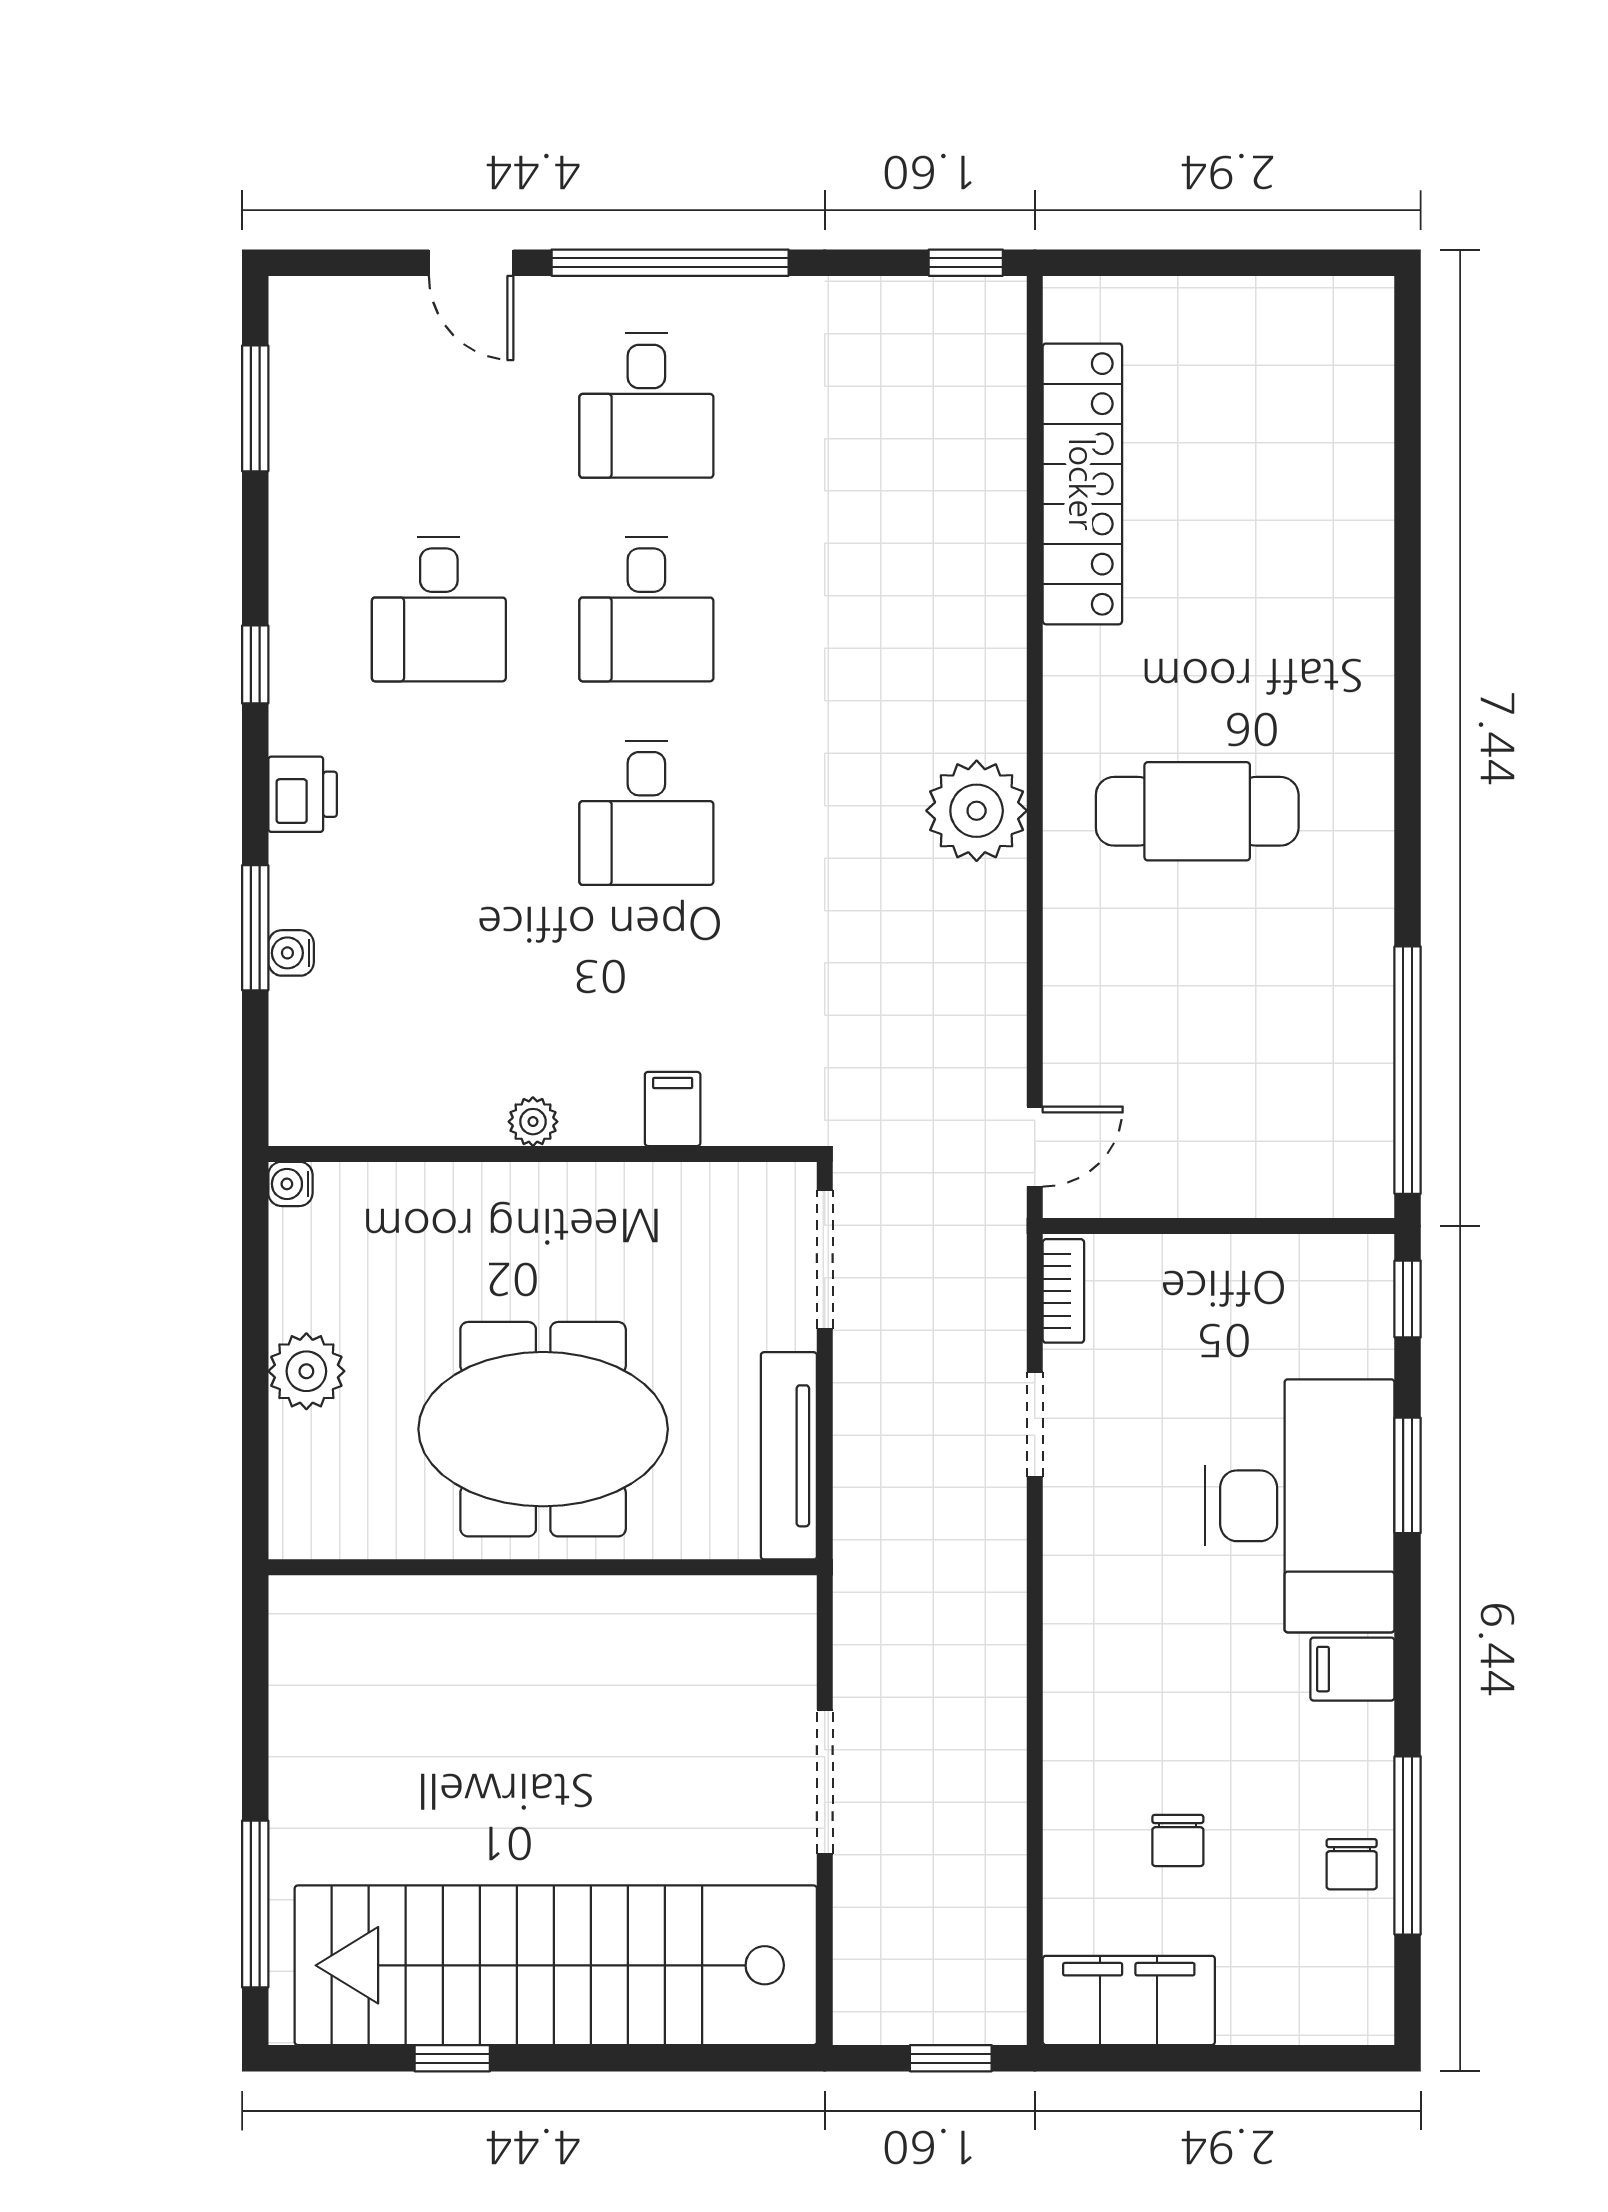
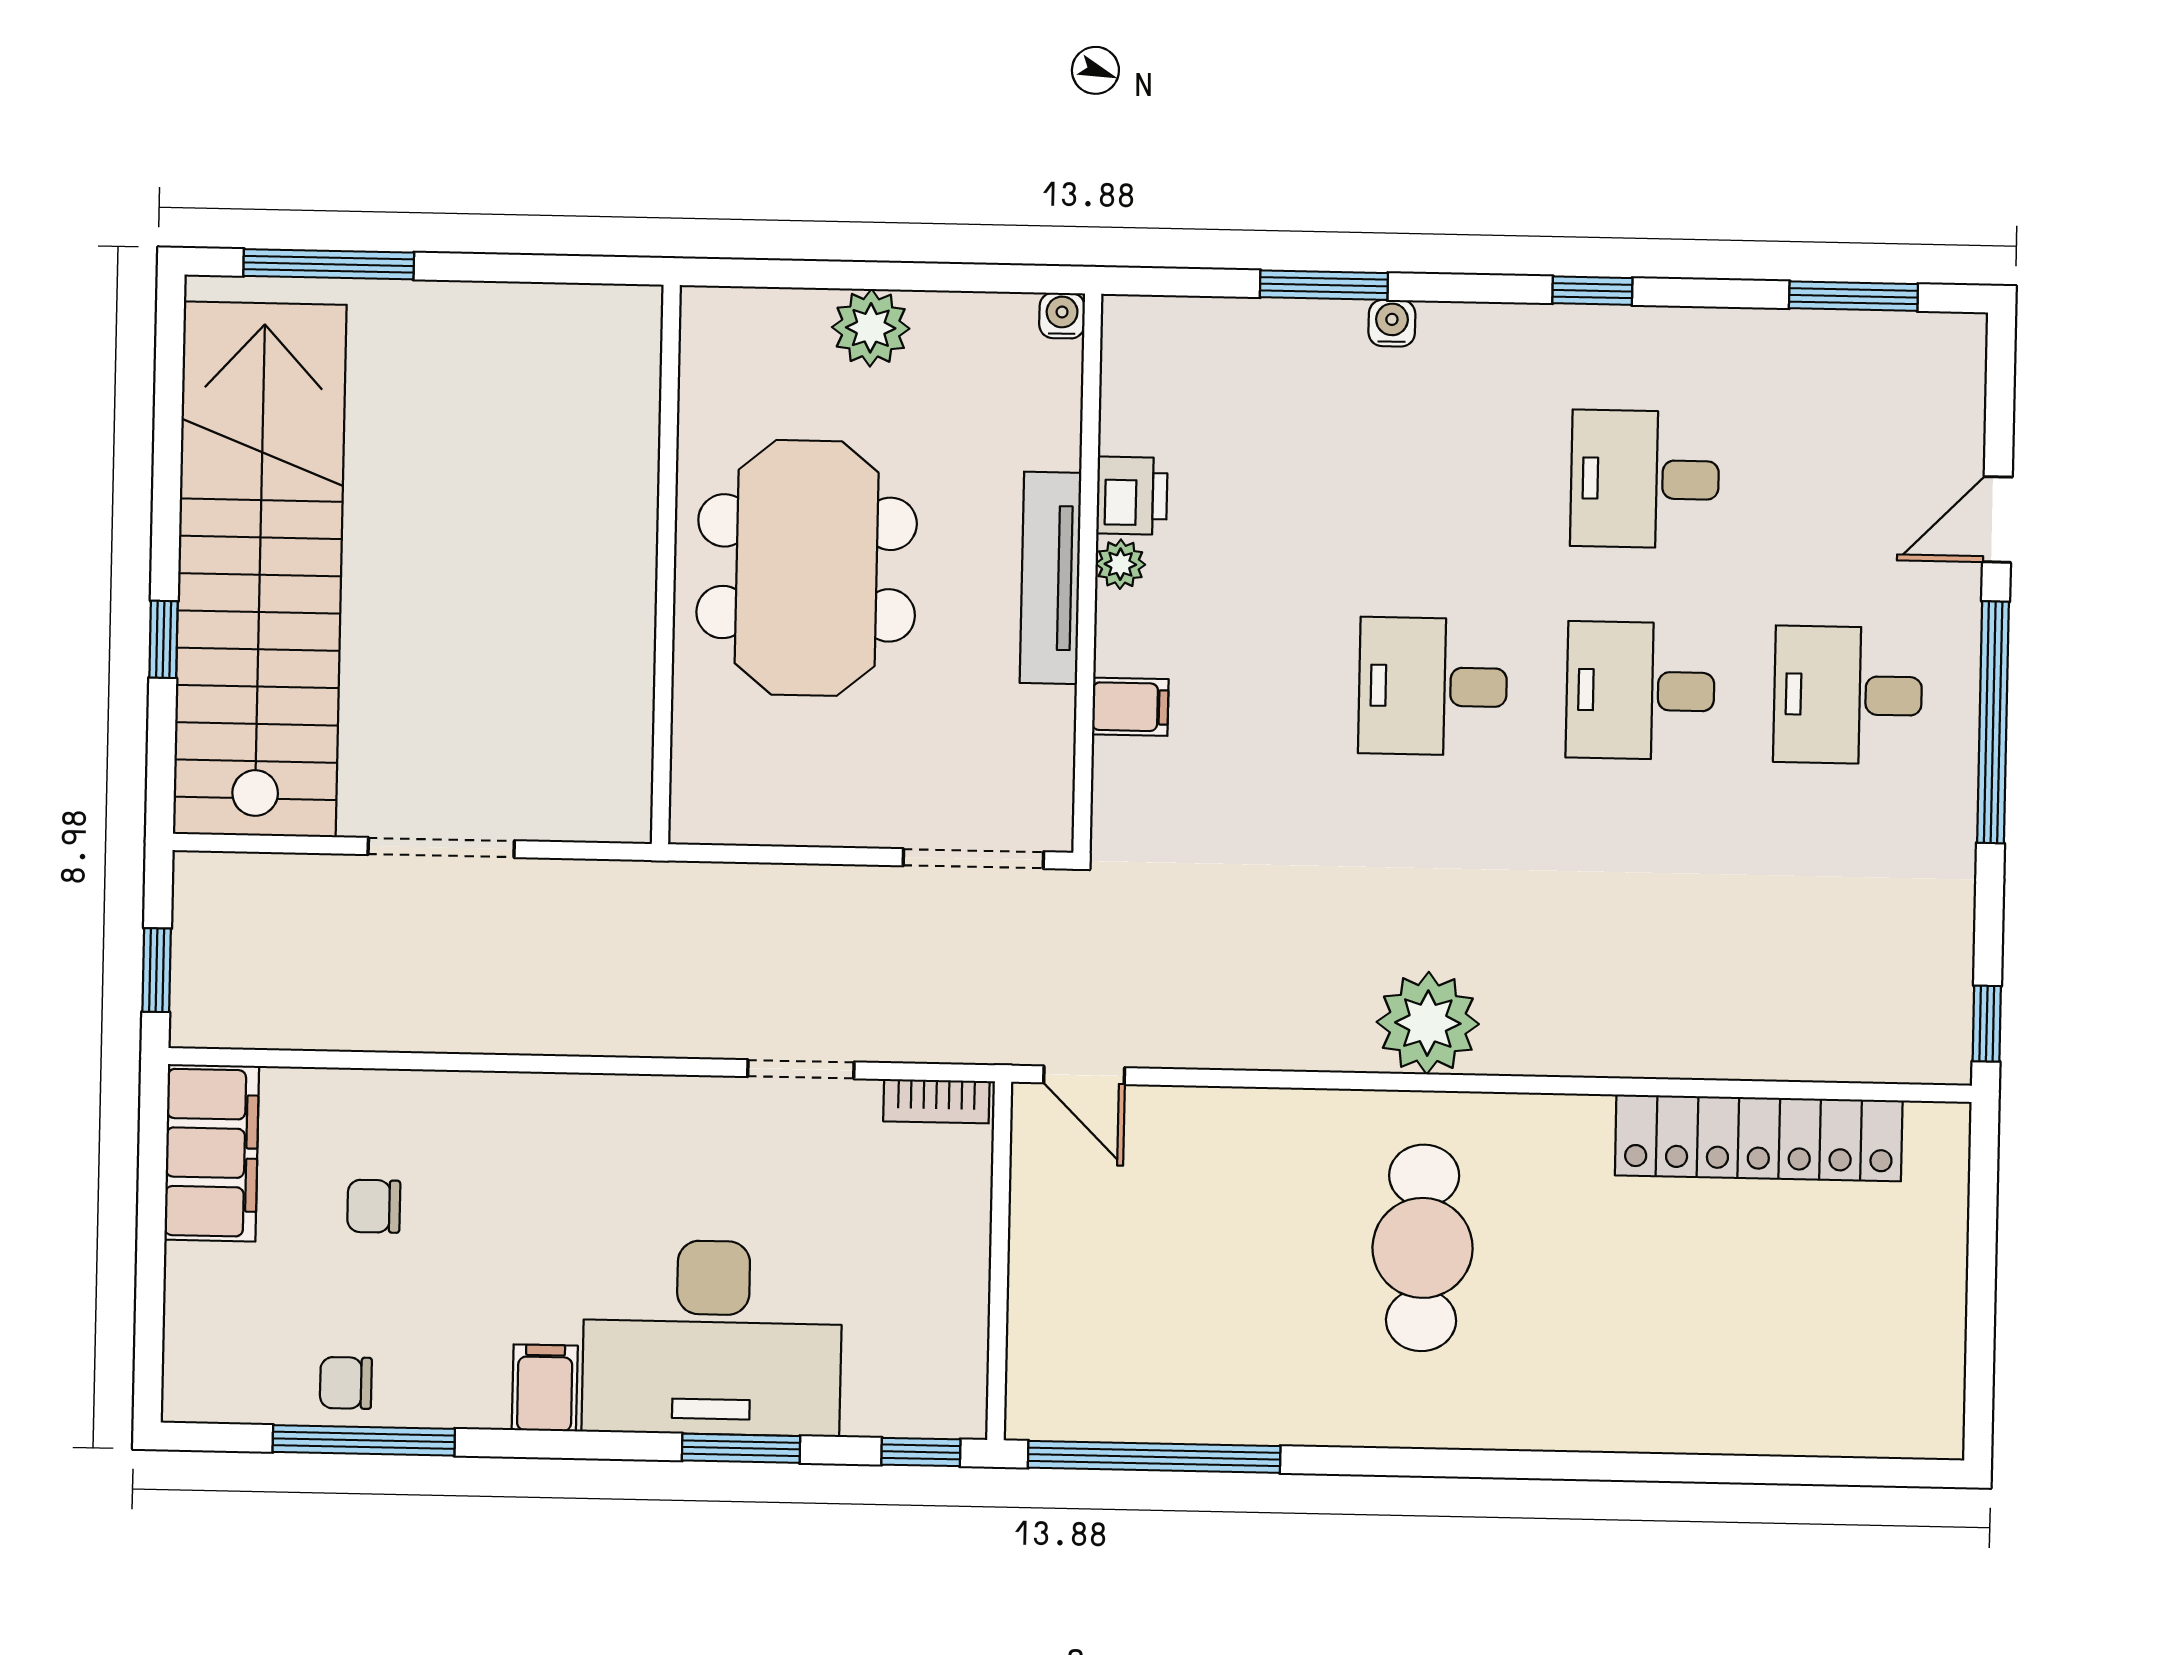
printer: (303, 794) -> (1132, 496), moved, turned -90
water cooler: (291, 953) -> (1392, 323), moved
tv unit: (789, 1456) -> (1050, 578), moved, turned -90
window: (452, 2058) -> (164, 639), moved

